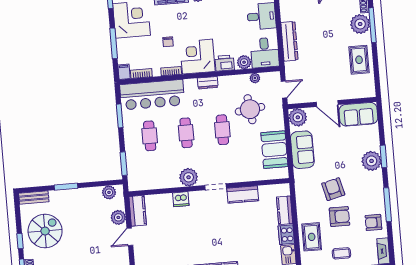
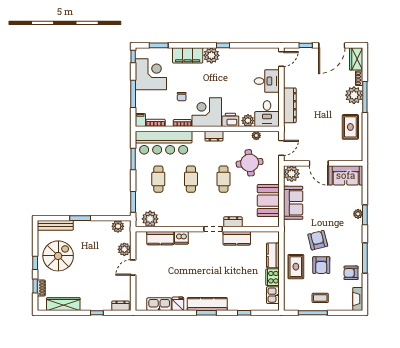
plant: (372, 161) -> (358, 214), width x0.53, depth x0.53
plant: (189, 177) -> (150, 219), moved
dresser: (237, 177) -> (233, 222), added
bench: (34, 198) -> (55, 225), width x1.36
kitchen counter: (138, 211) -> (160, 238), moved, turned 90
armchair: (339, 217) -> (321, 265), turned 90
rug: (312, 237) -> (296, 267), moved

